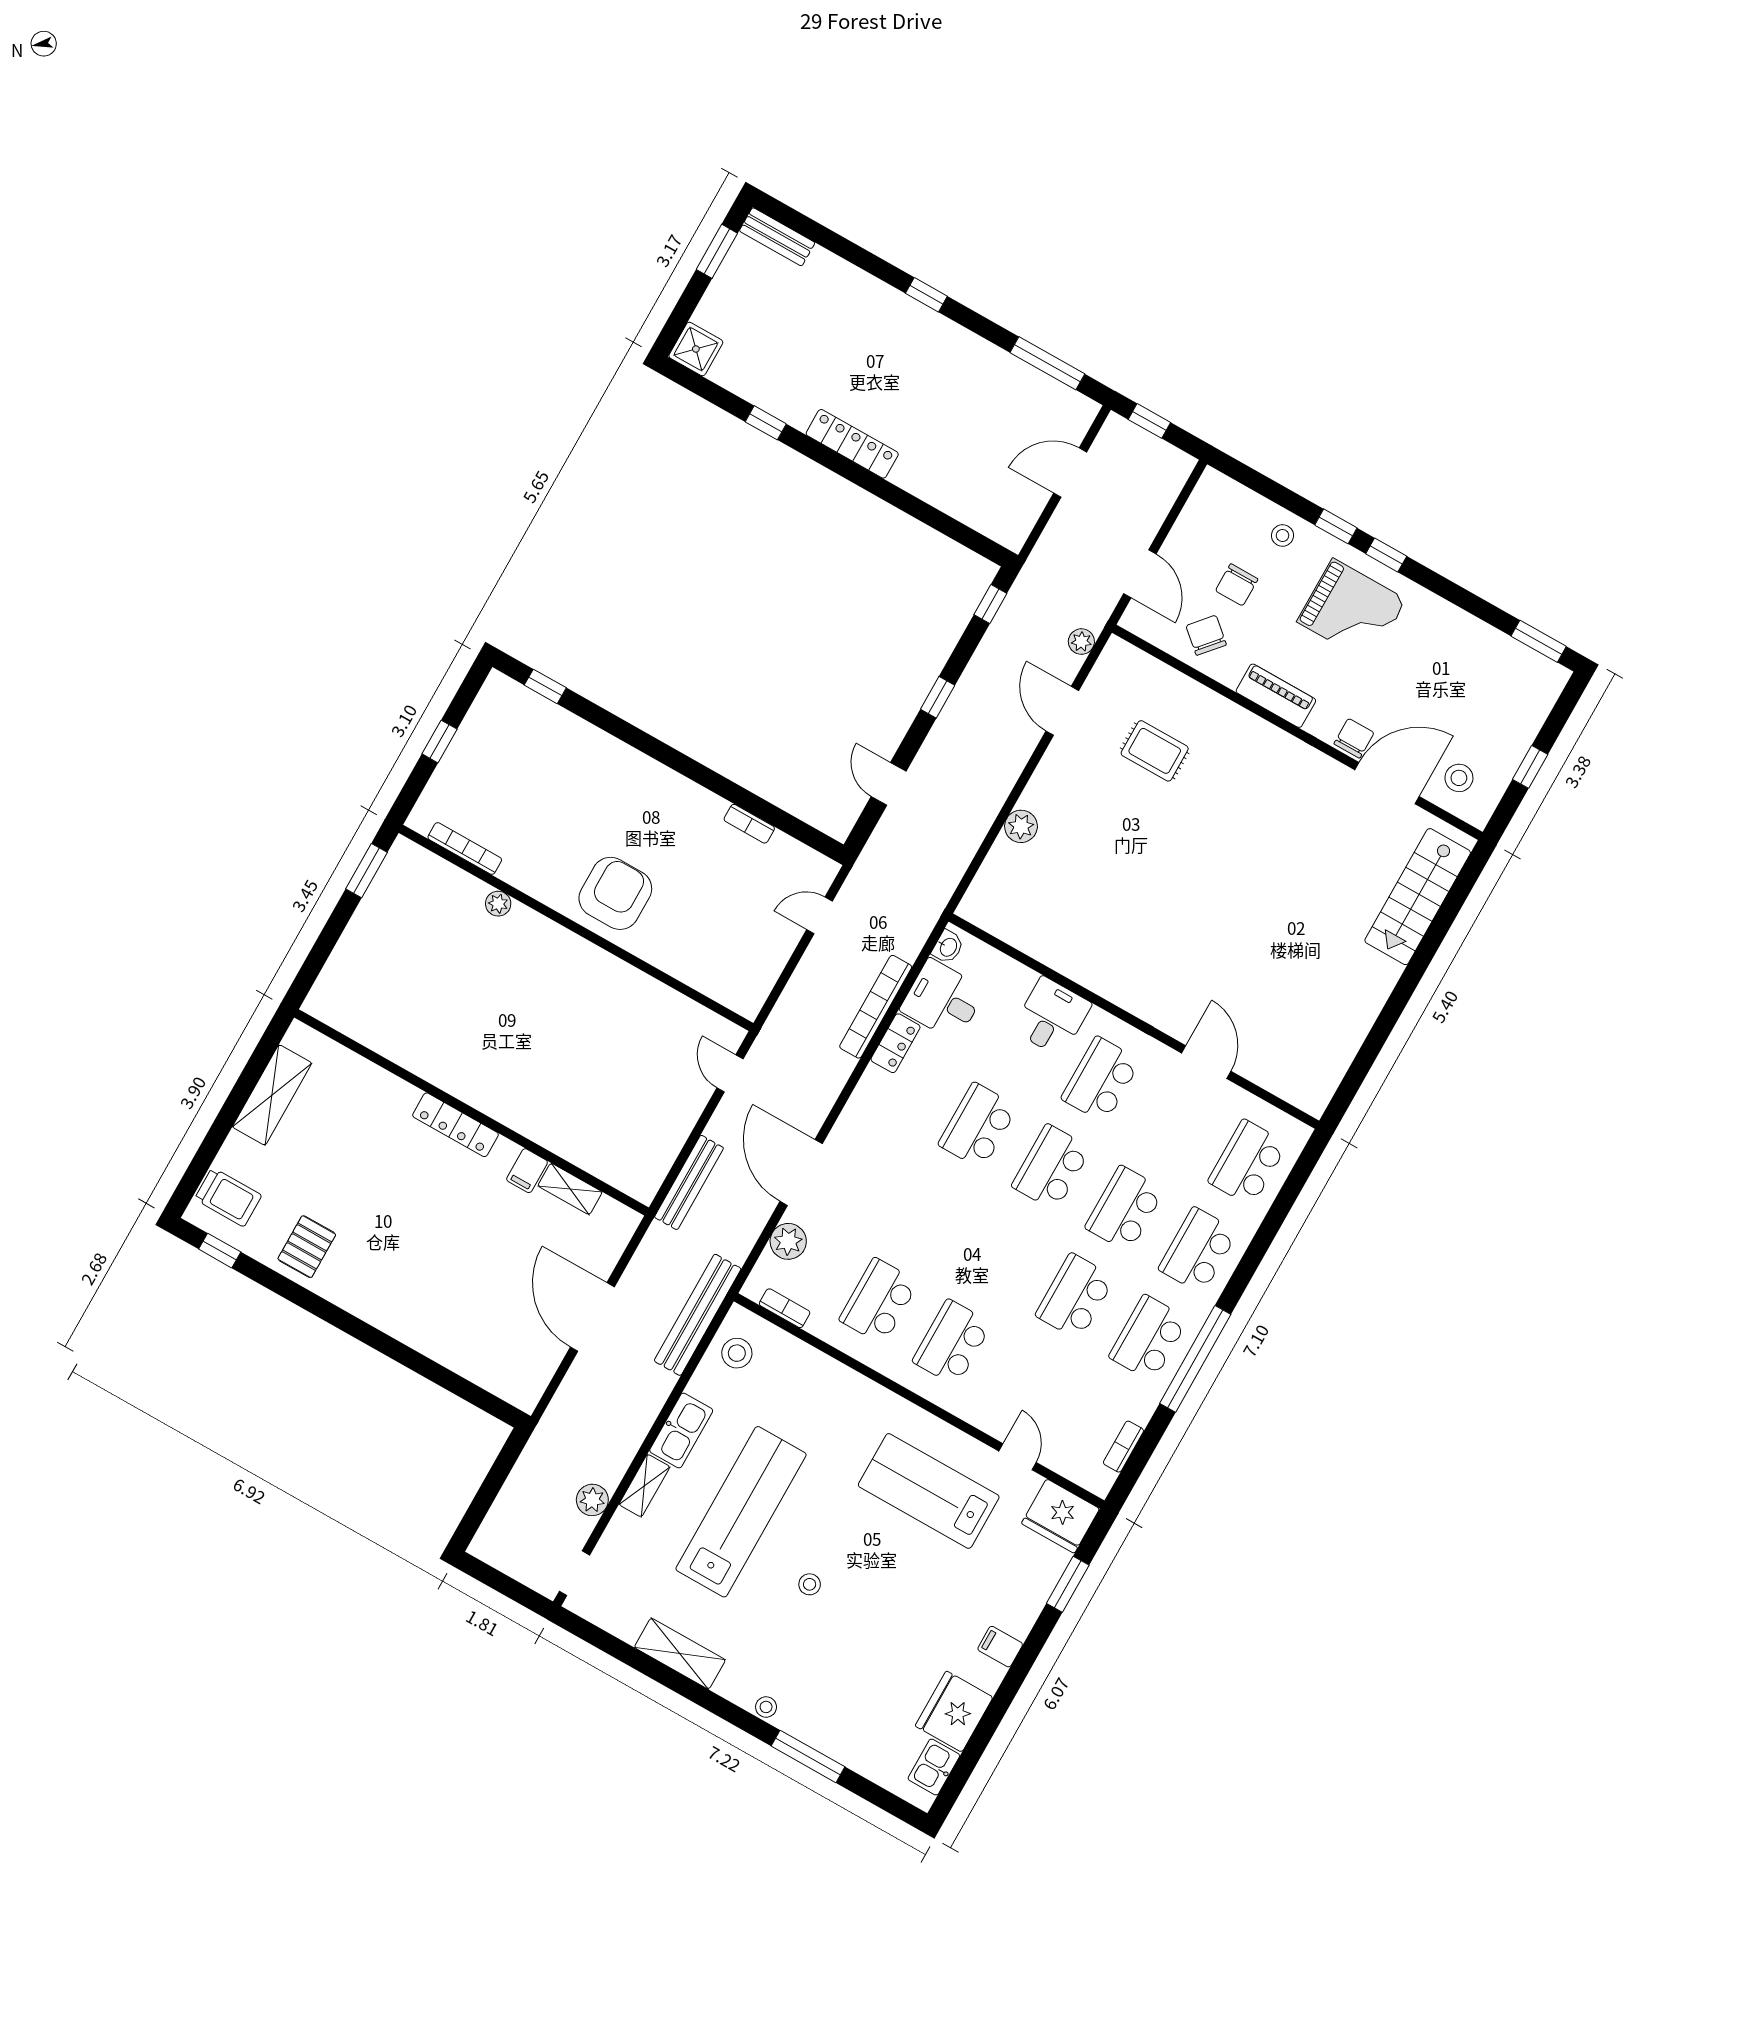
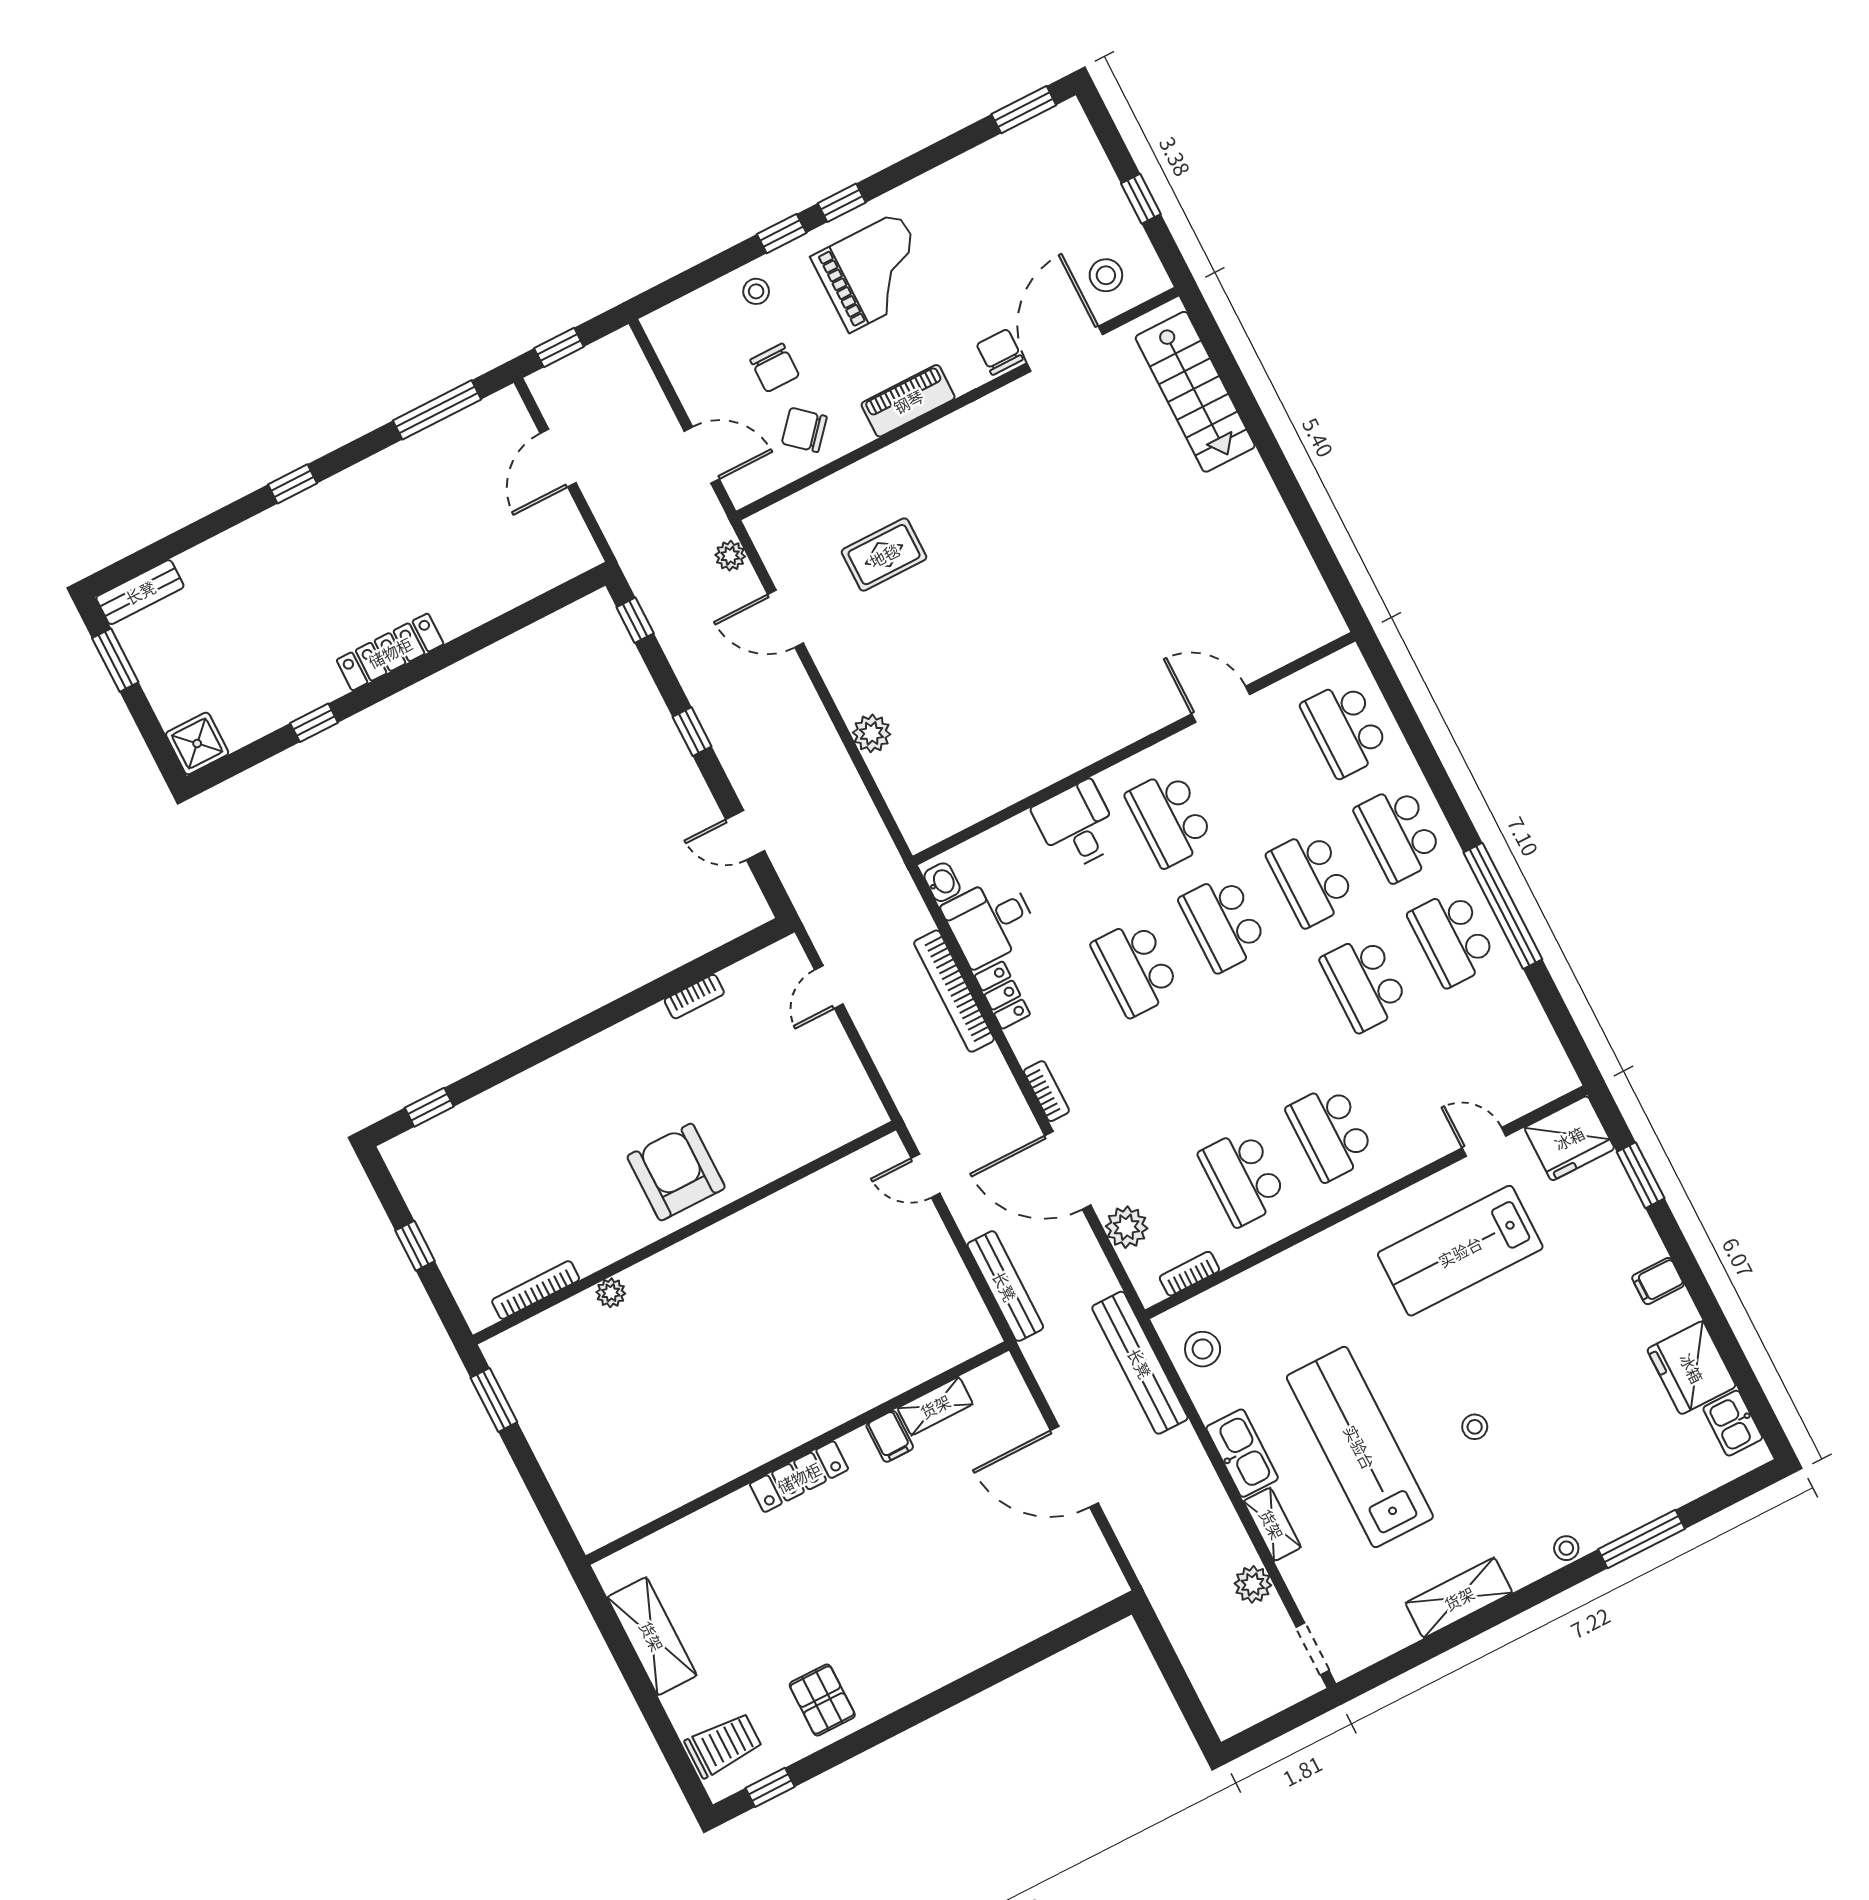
bookcase: (1123, 1447) -> (1046, 1091), moved, turned 180

